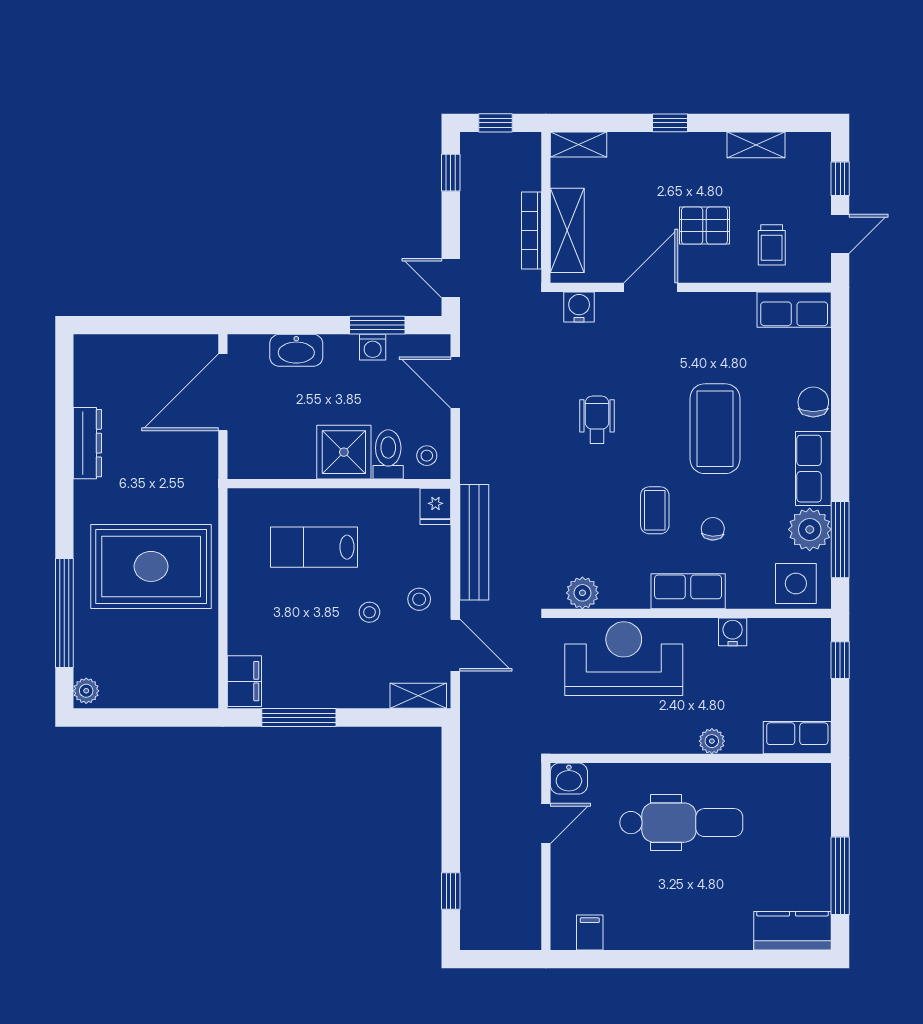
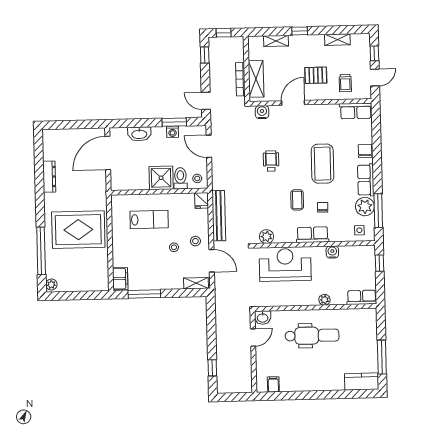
shelving: (578, 145) -> (276, 41), moved
lab bench: (314, 547) -> (149, 220), turned 180
side table: (796, 583) -> (359, 230), width x0.54, depth x0.54

